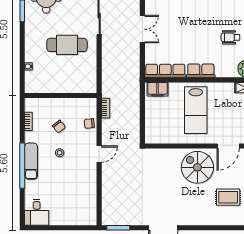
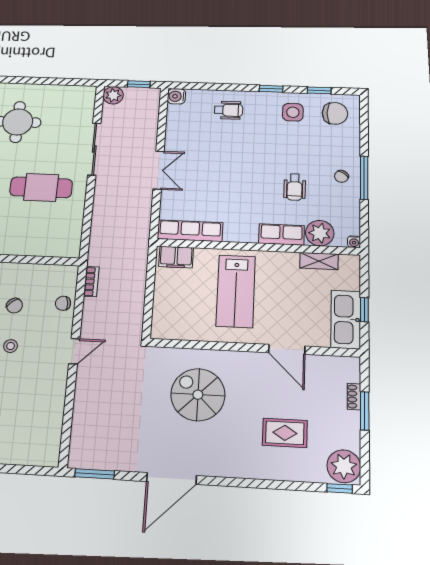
wheelchair: (230, 37) -> (295, 187), turned -90
row of seats: (201, 71) -> (282, 234), moved
door: (228, 146) -> (287, 349), hinge flipped
spiral stairs: (197, 167) -> (198, 395), moved

